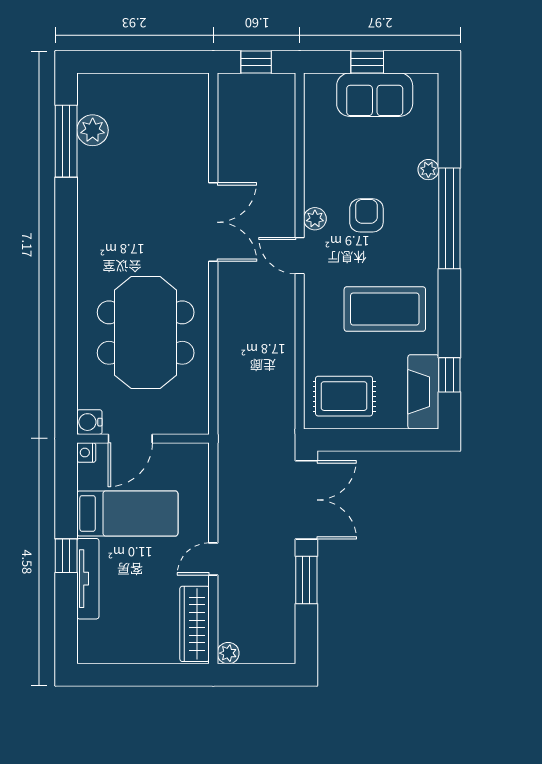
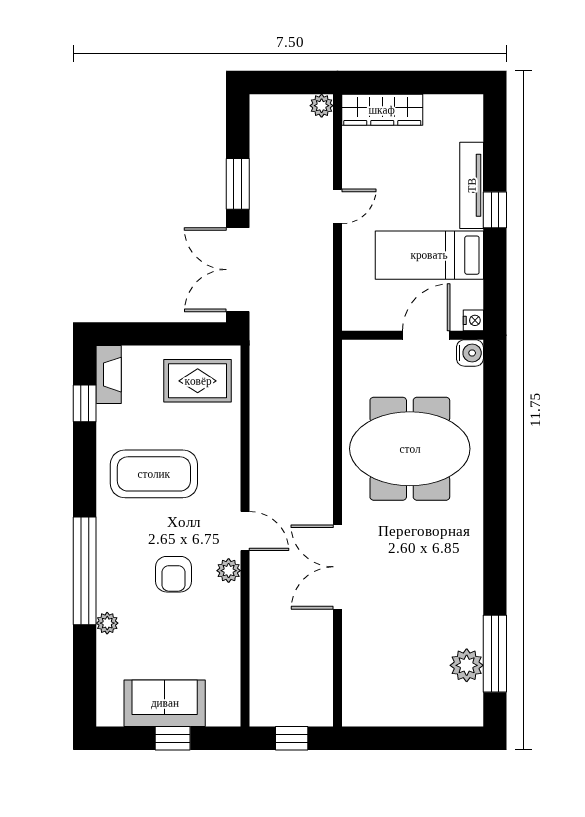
meeting table: (146, 333) -> (410, 449), turned 90
fireplace: (423, 392) -> (109, 375), width x0.73, depth x0.76
wardrobe: (195, 624) -> (382, 110), moved, turned 90

